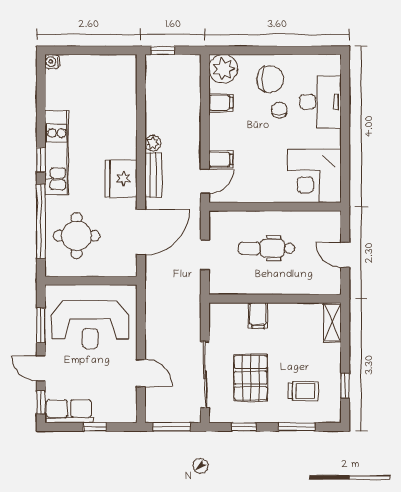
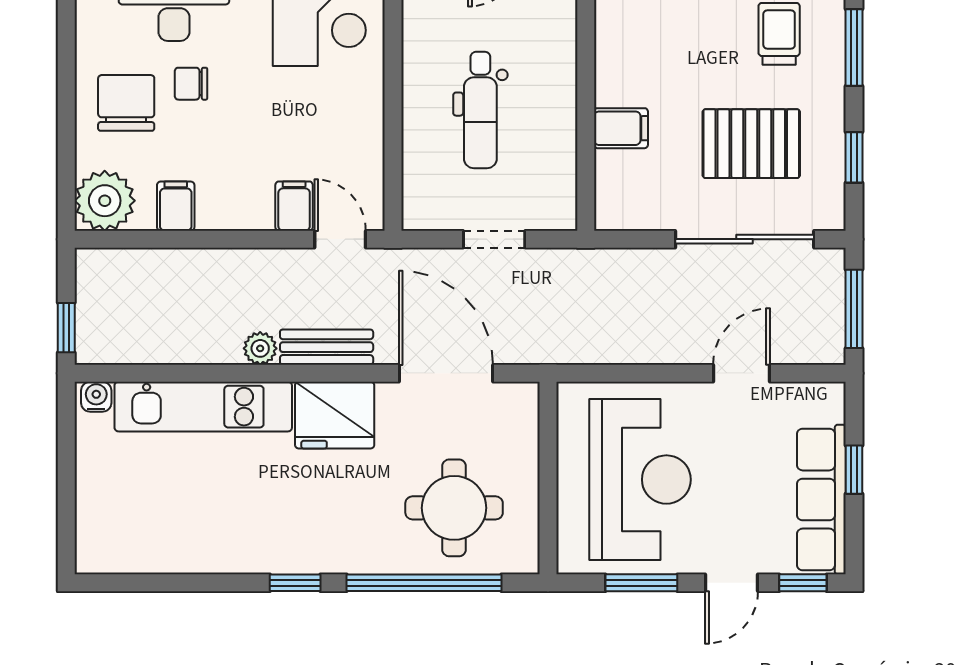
water cooler: (52, 62) -> (96, 397), moved, turned 180
kitchen unit: (57, 153) -> (203, 407), moved, turned 180
row of seats: (69, 411) -> (821, 499), width x1.48

